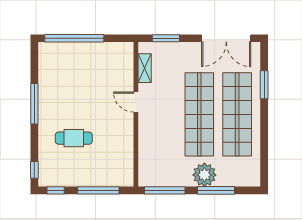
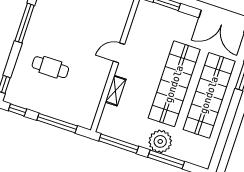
shelving: (145, 68) -> (116, 91), moved
door: (136, 102) -> (119, 53), hinge flipped

